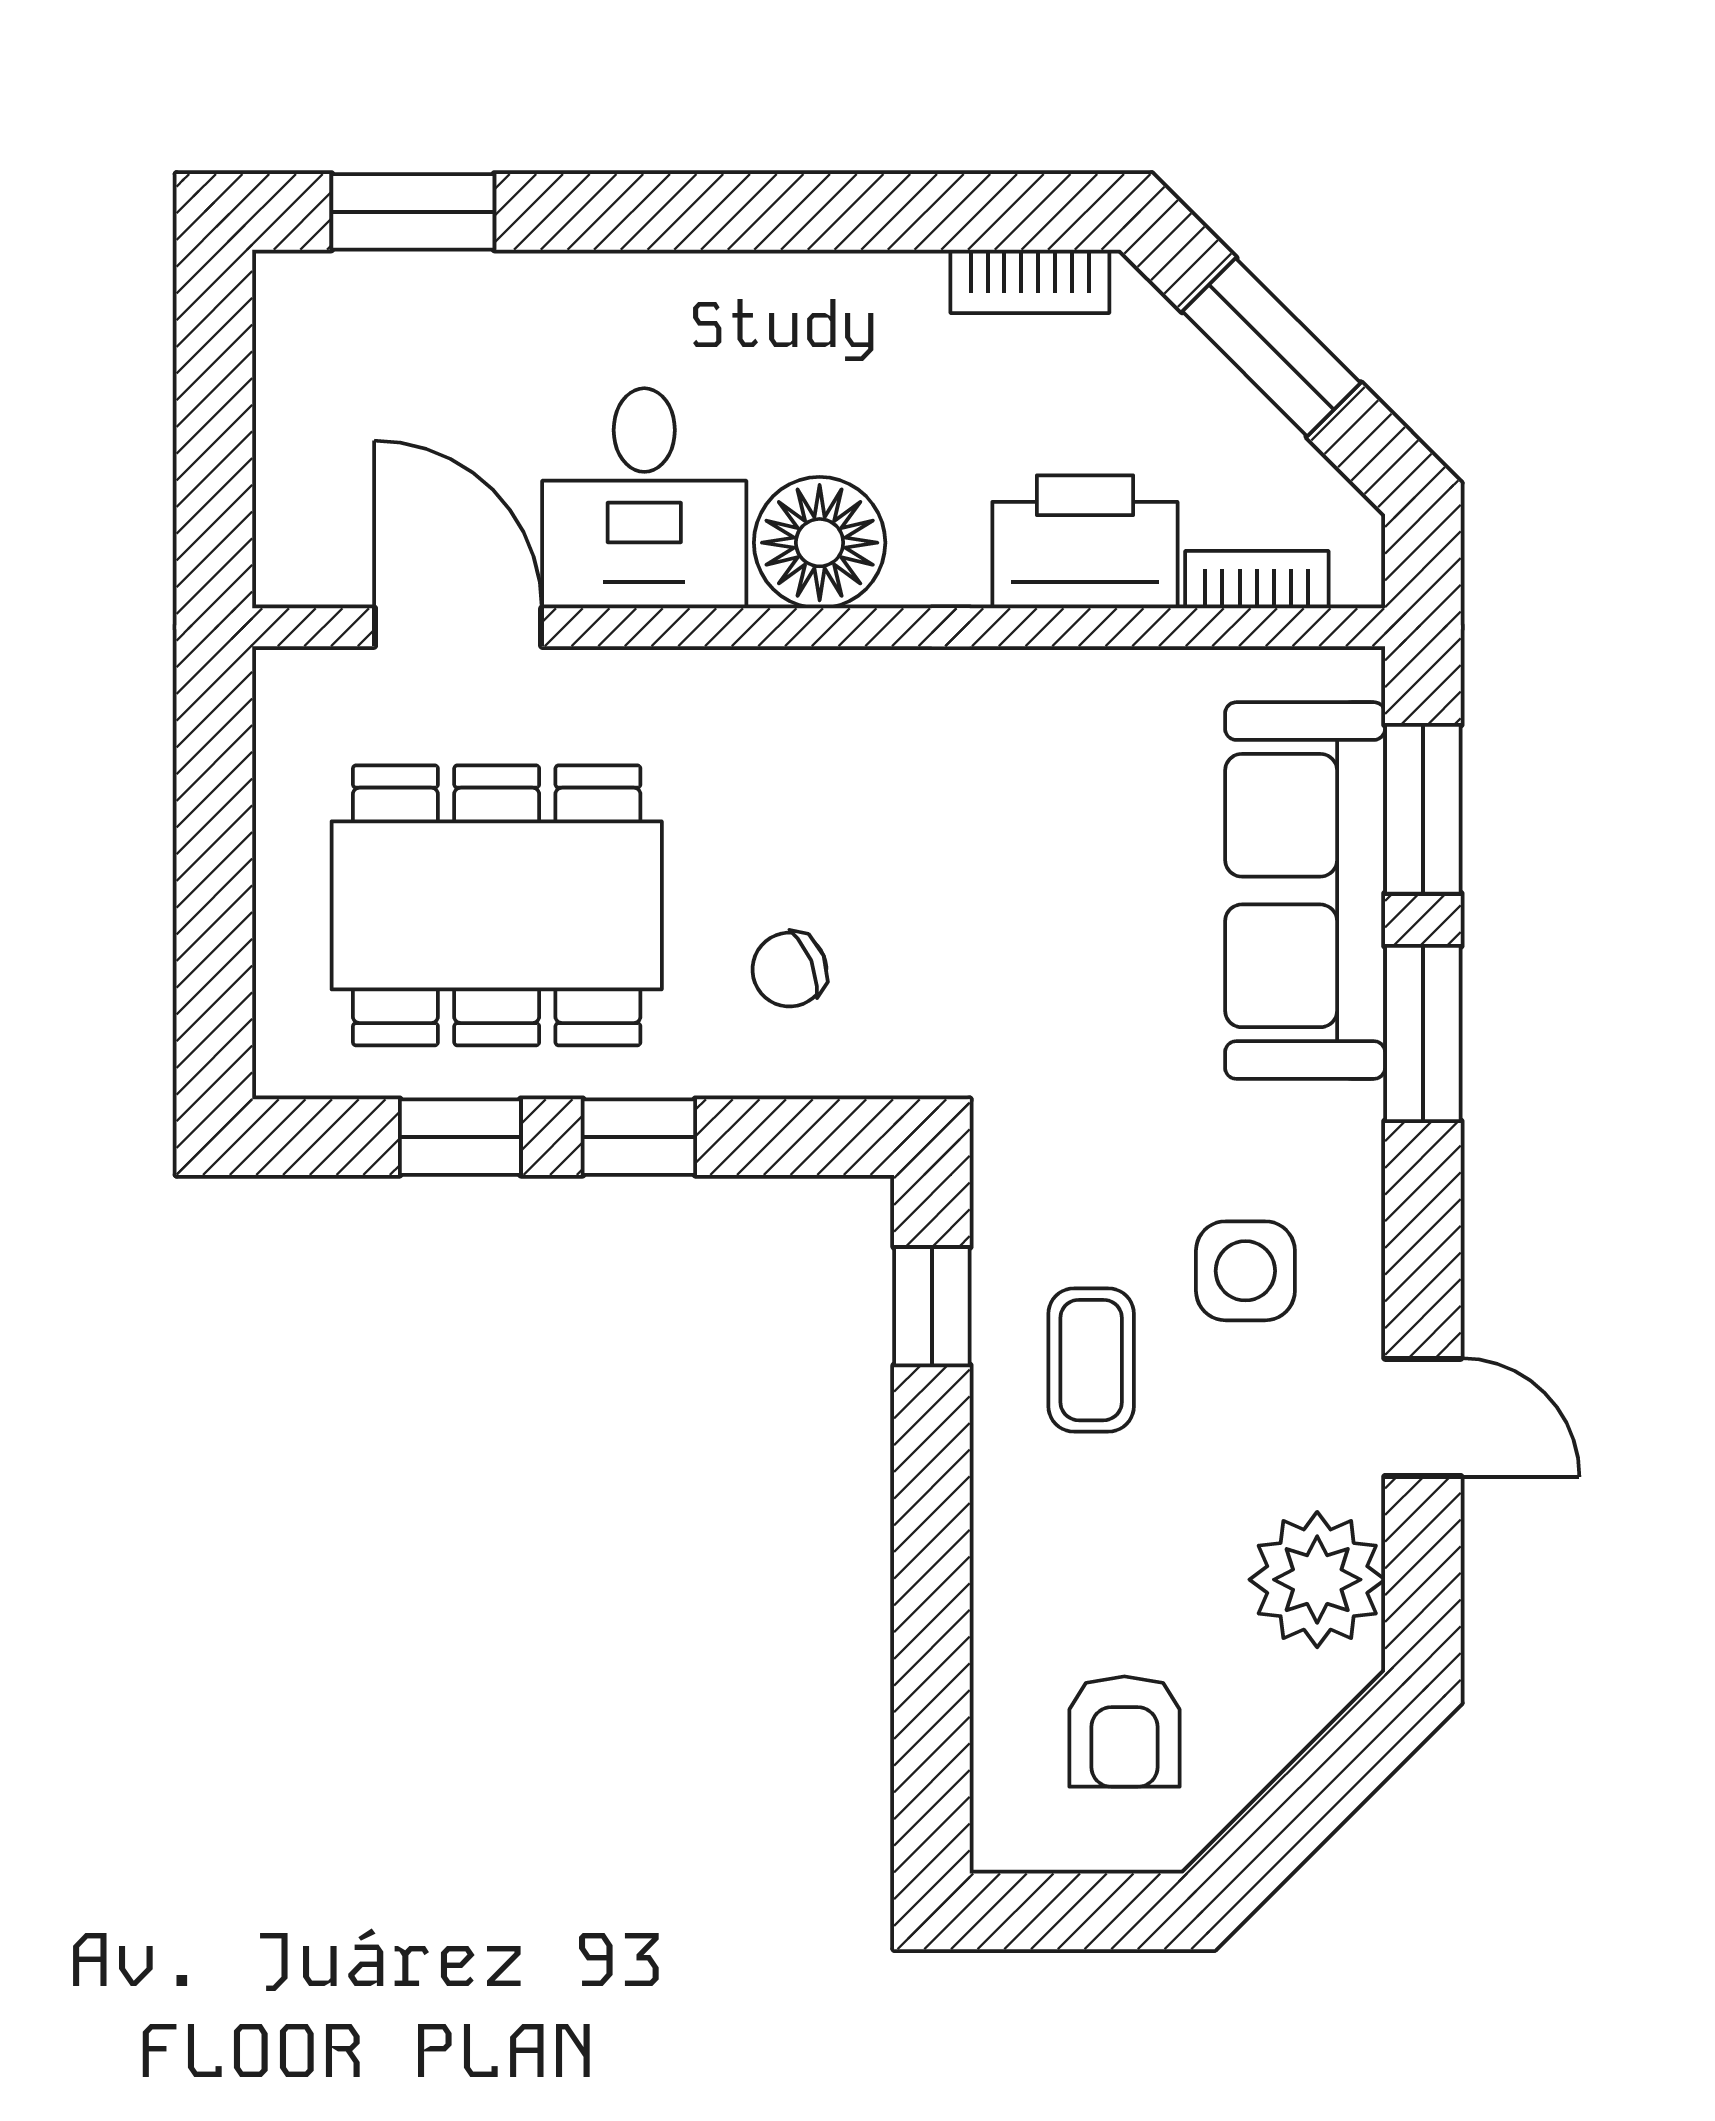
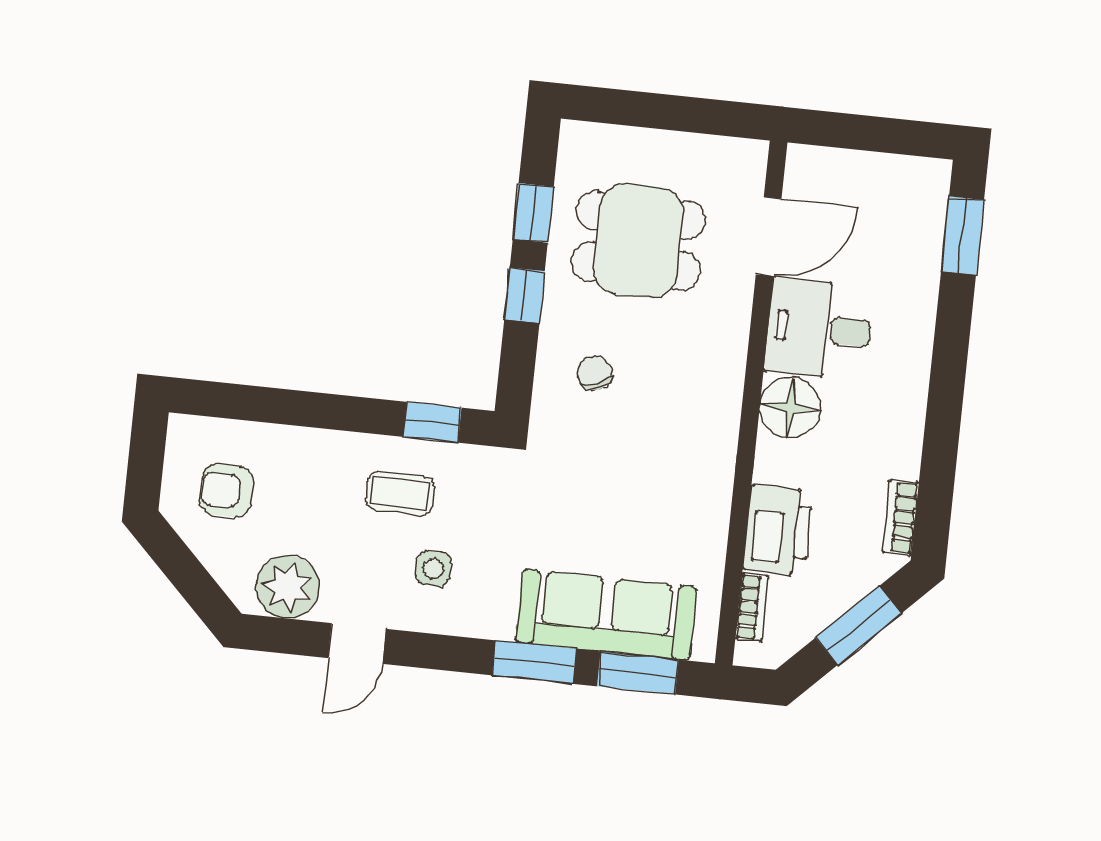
dining table: (497, 905) -> (638, 241), width x0.73
side table: (1245, 1271) -> (433, 569), width x0.73, depth x0.73

